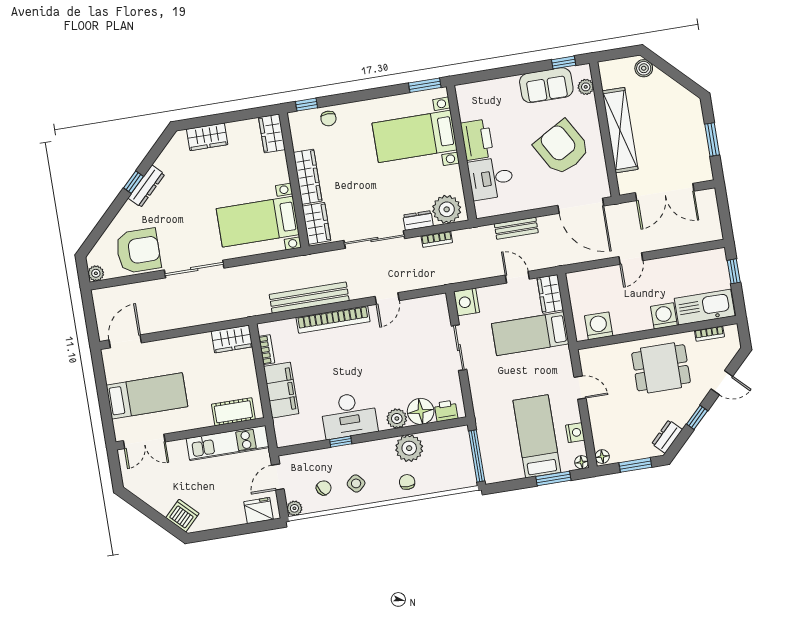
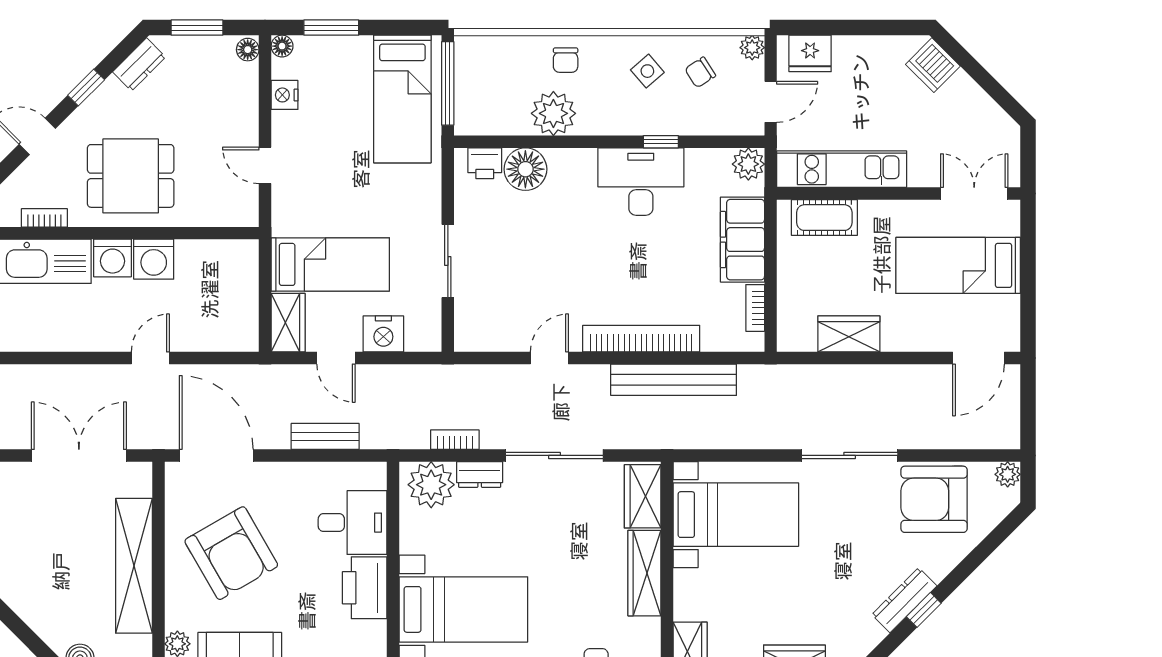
nightstand: (467, 302) -> (383, 334), moved, turned 90
washing machine: (599, 326) -> (154, 259), moved
wardrobe: (232, 339) -> (849, 334), moved
plant: (397, 418) -> (748, 164), moved
bed: (537, 436) -> (402, 99), moved

